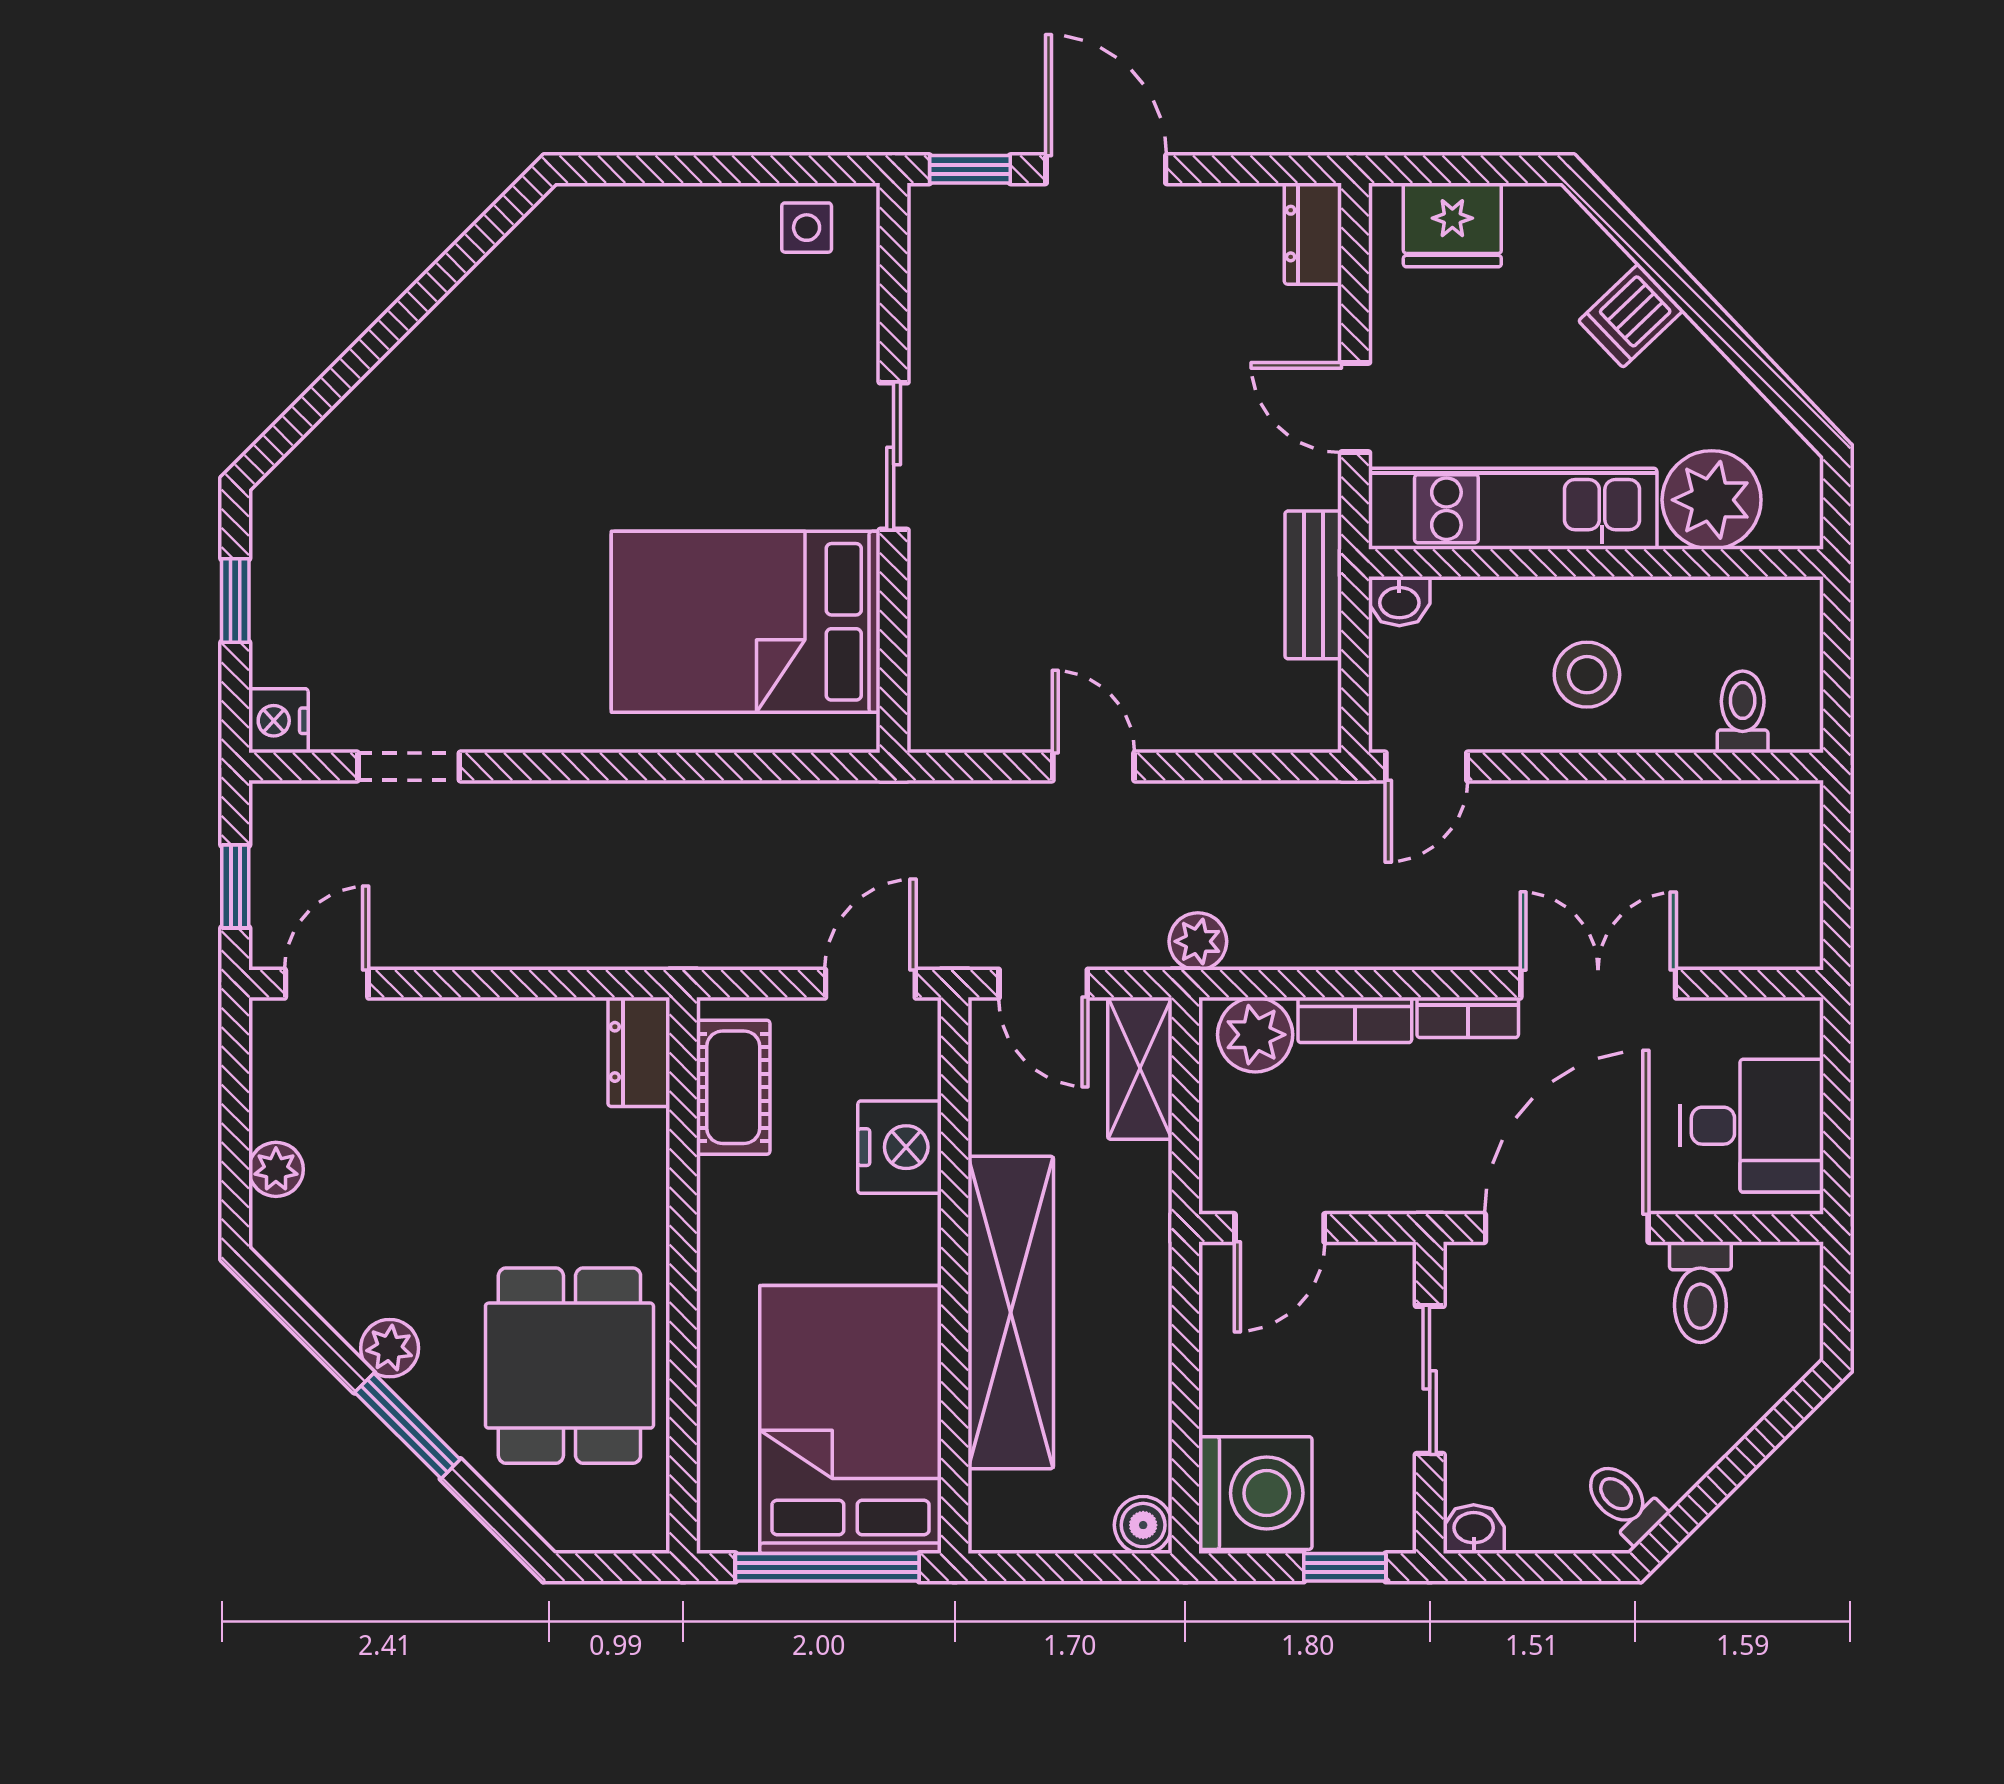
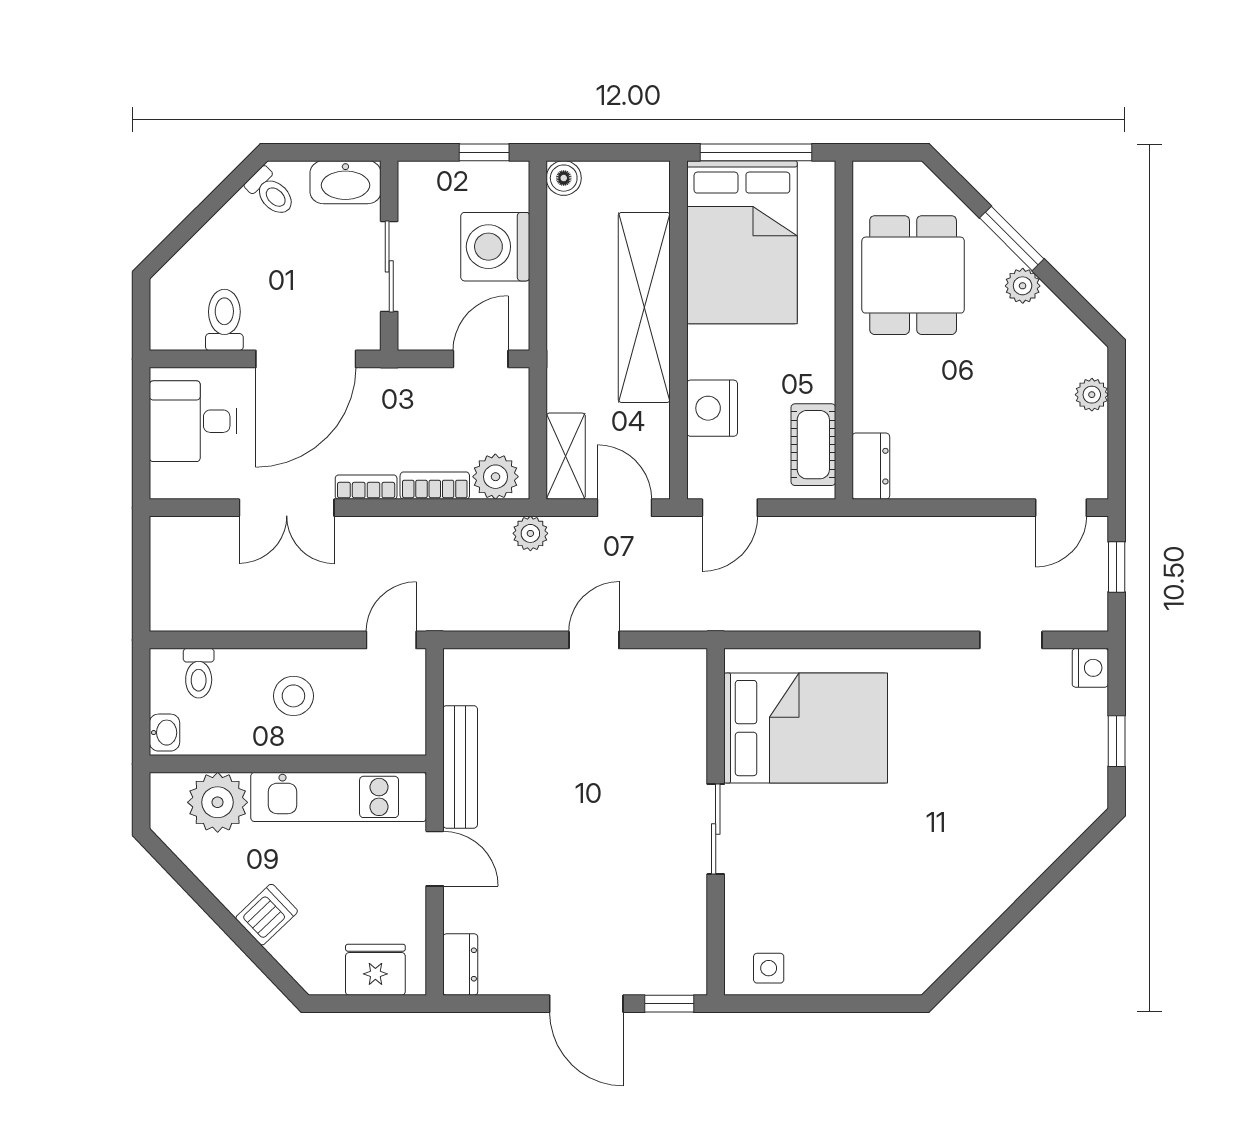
bench: (1313, 585) -> (460, 767), width x1.36
washbasin: (1399, 601) -> (165, 733), moved, turned 90
door: (1093, 766) -> (594, 640), swing flipped
washing machine: (1255, 1493) -> (495, 247), moved
washbasin: (1474, 1529) -> (345, 182), width x1.91, depth x1.45
window: (1345, 1567) -> (484, 152), moved

